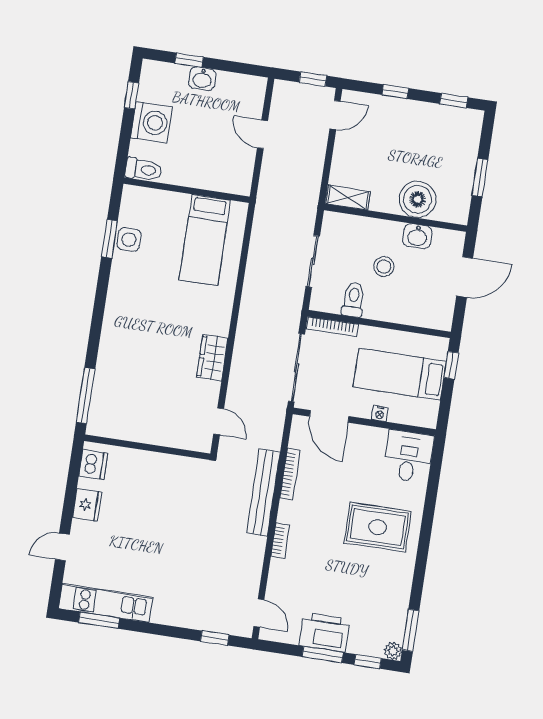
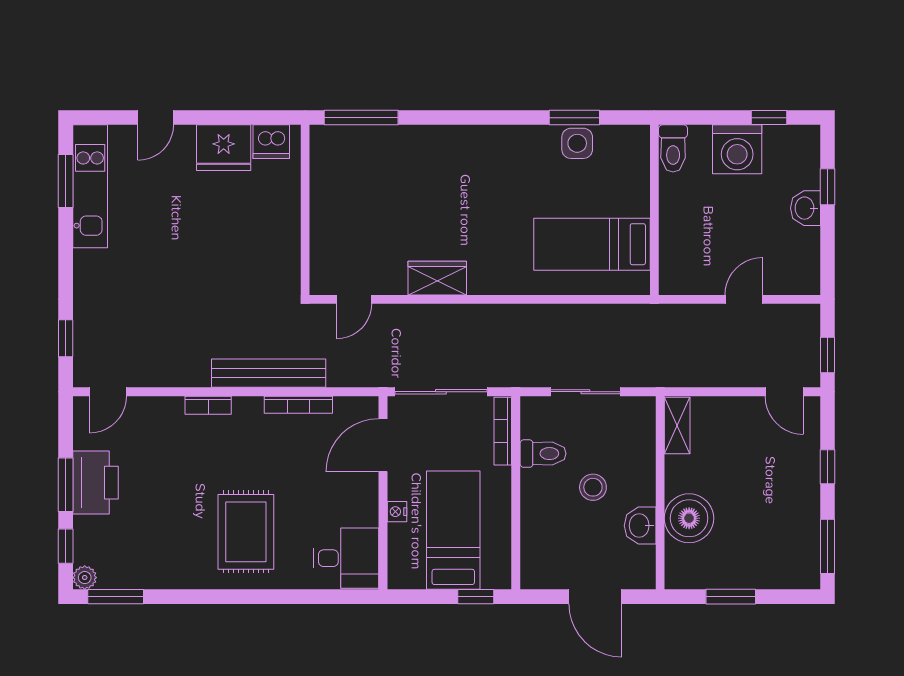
window: (454, 101) -> (827, 546), width x1.50
fridge: (87, 505) -> (224, 148), width x1.36, depth x1.34
door: (62, 547) -> (156, 118), swing flipped

